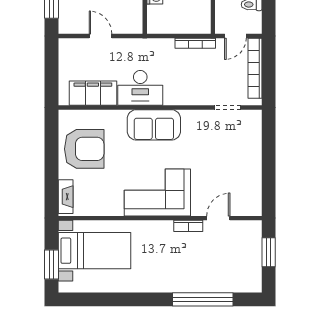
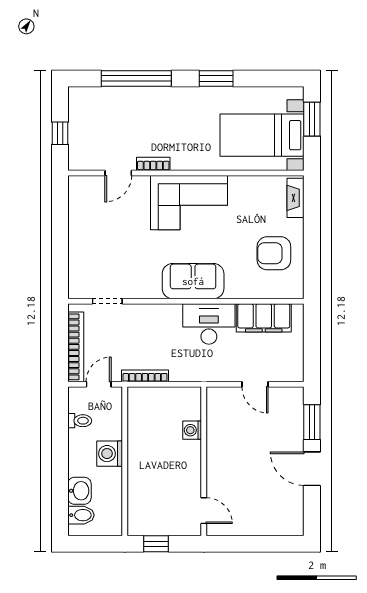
armchair: (84, 149) -> (274, 253), width x0.73, depth x0.73
window: (269, 252) -> (60, 133), width x0.67
window: (134, 299) -> (216, 79), added

